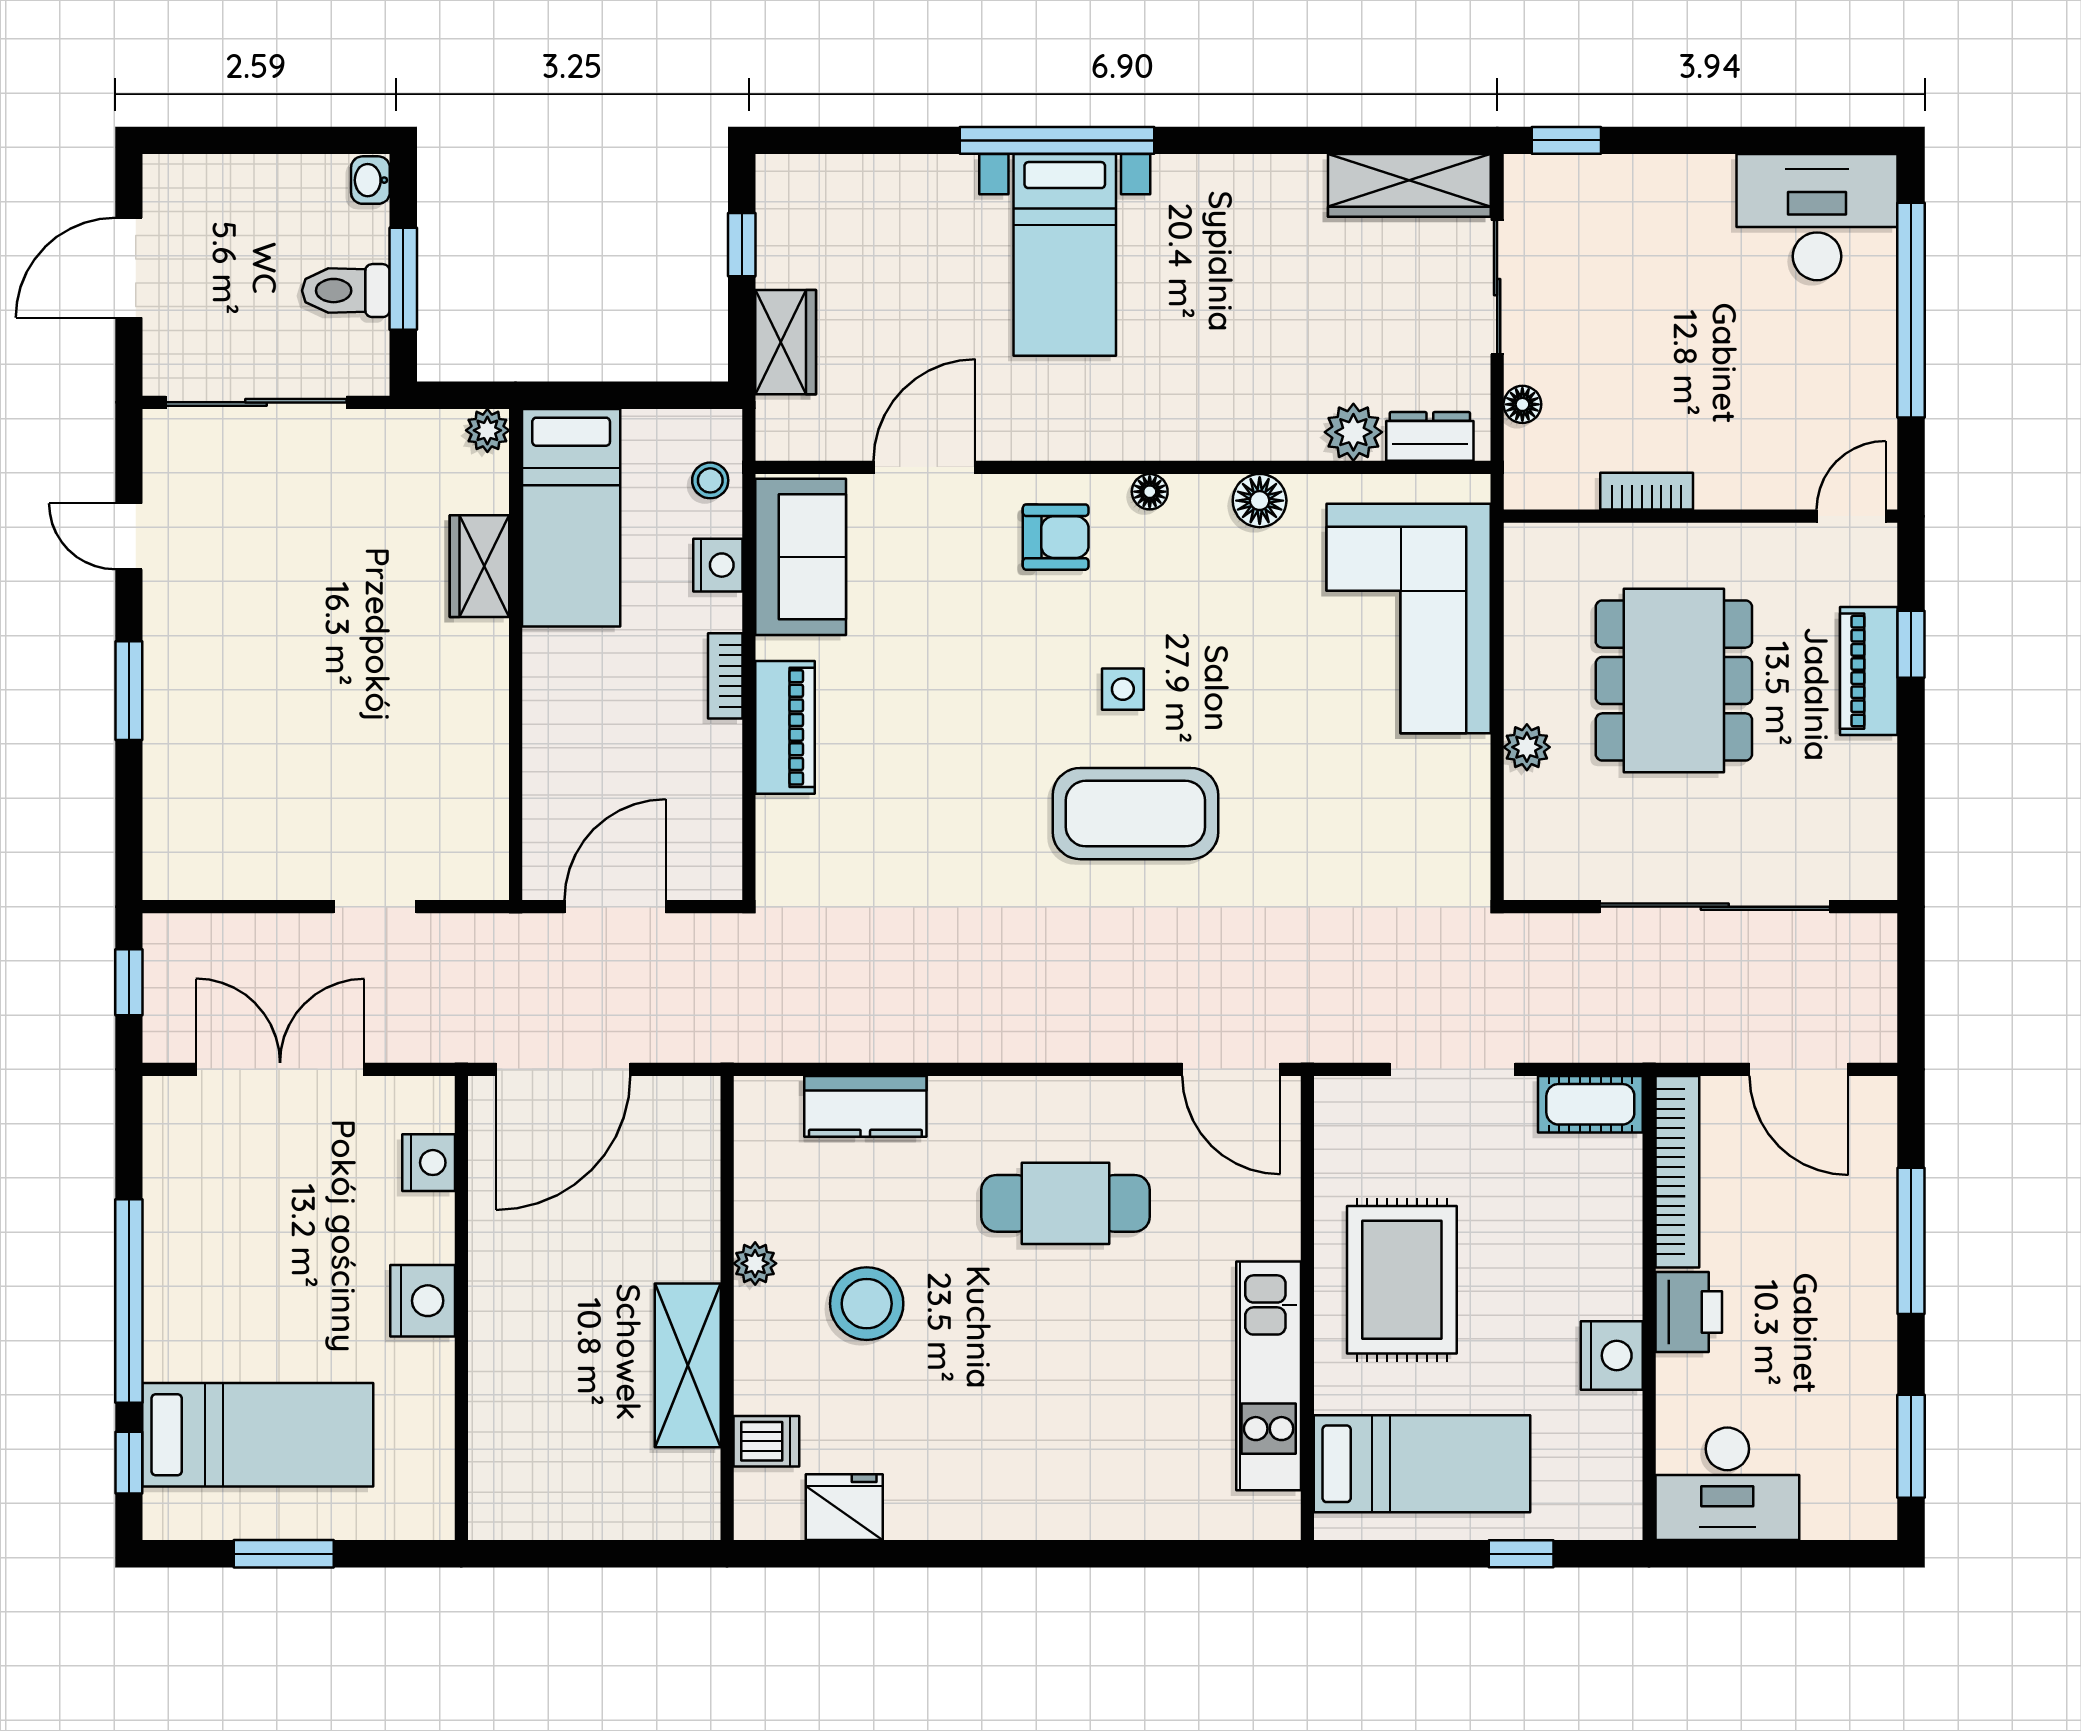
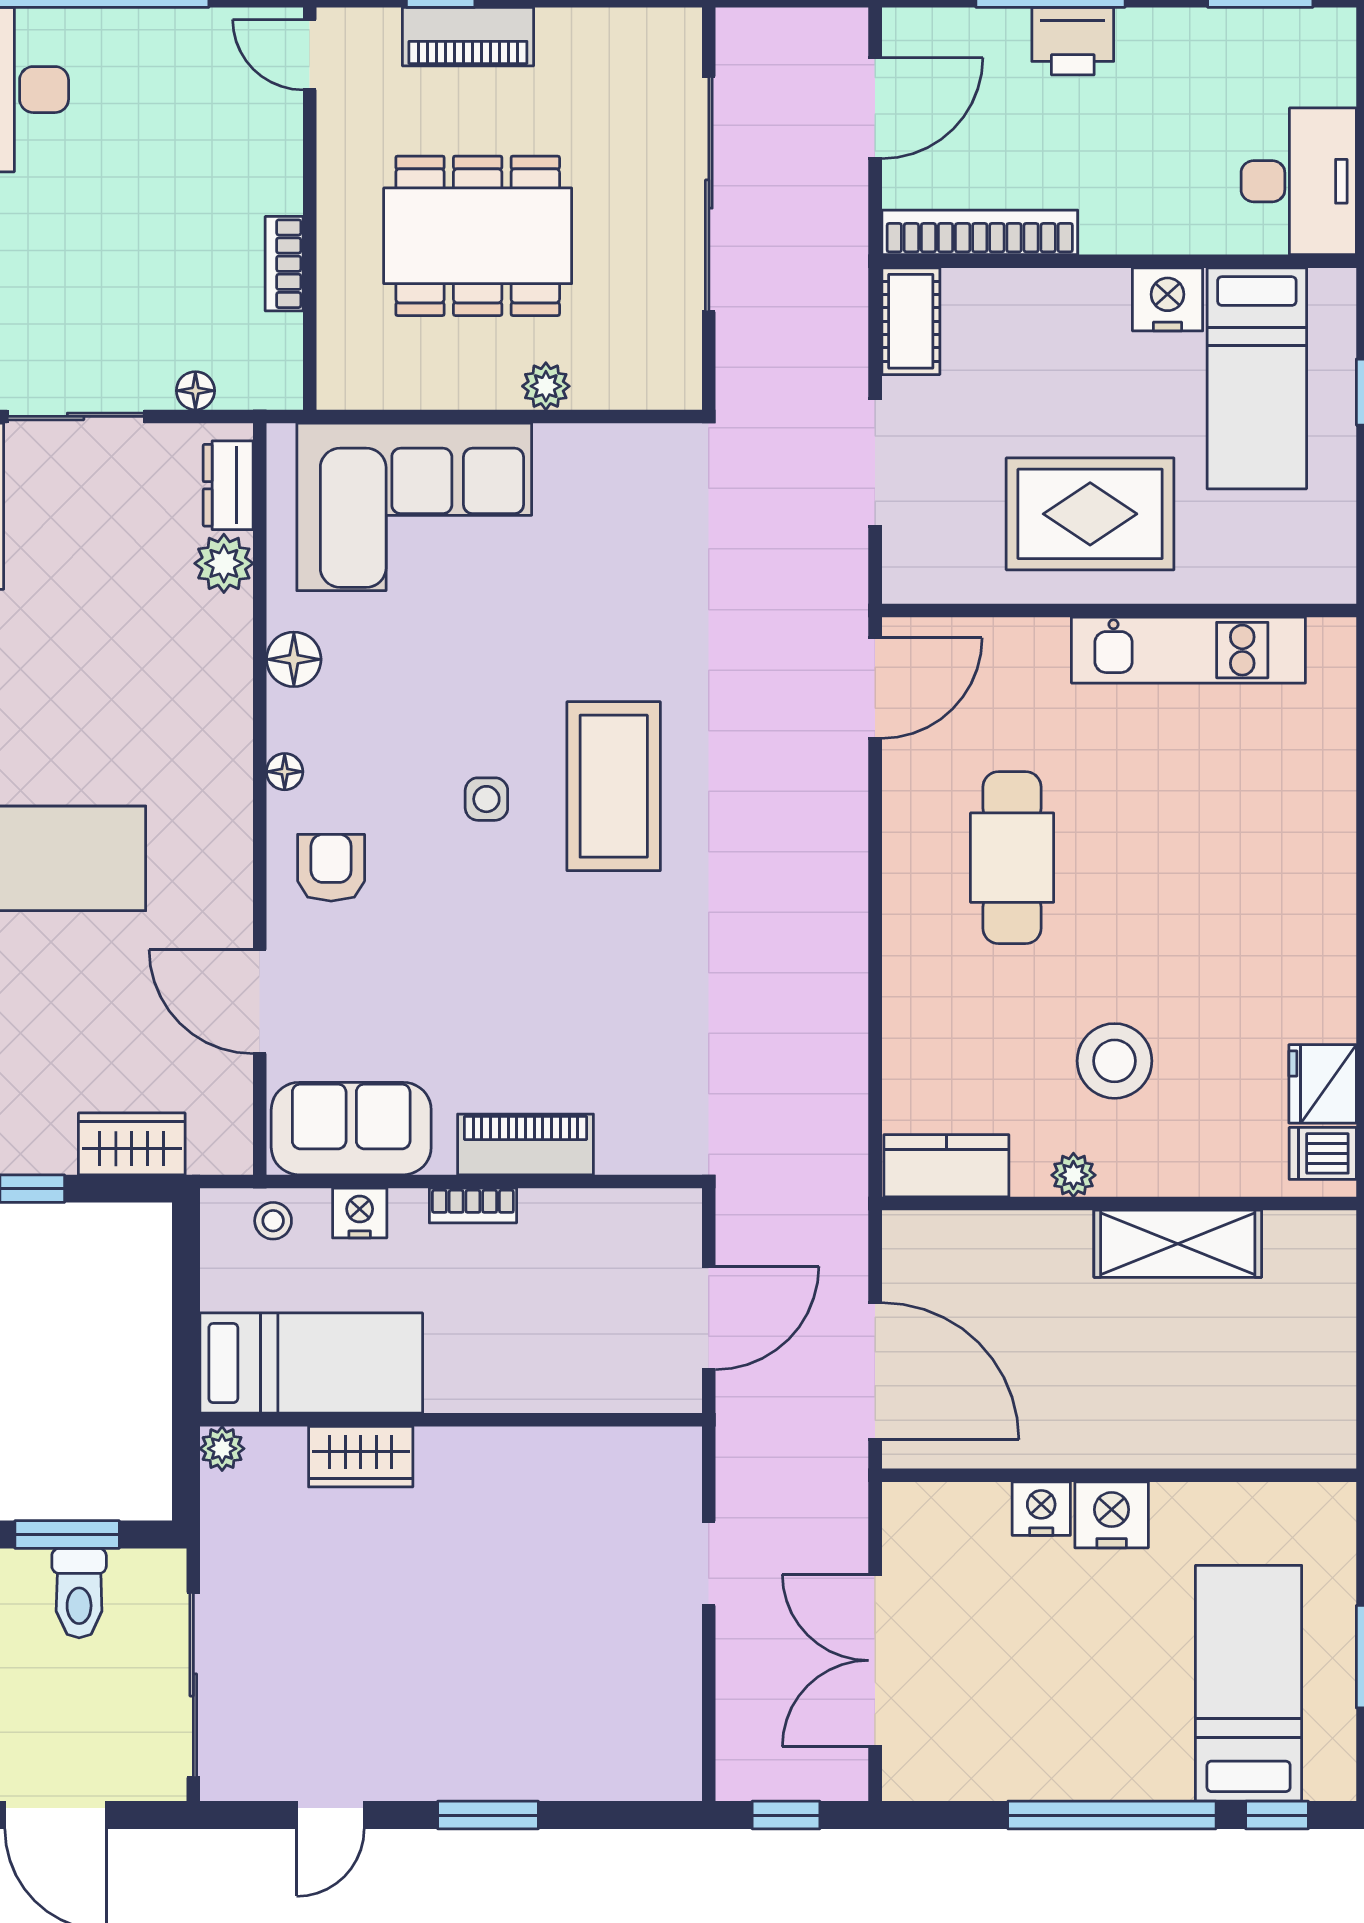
door: (615, 907) -> (709, 1318), swing flipped
kitchen counter: (865, 1106) -> (946, 1166), moved, turned -90
nightstand: (429, 1163) -> (1041, 1509), moved
printer: (1689, 1312) -> (1073, 41), moved, turned 180
dishwasher: (766, 1441) -> (1323, 1153), moved, turned -90
bed: (1422, 1464) -> (1257, 378), moved, turned 180

